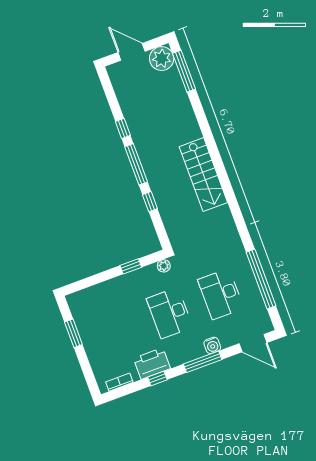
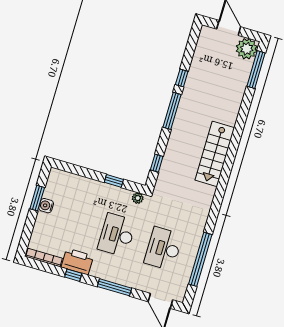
window: (150, 202) -> (157, 163), moved
water cooler: (212, 345) -> (46, 206), moved, turned 90
bookcase: (119, 382) -> (44, 258), width x1.56

